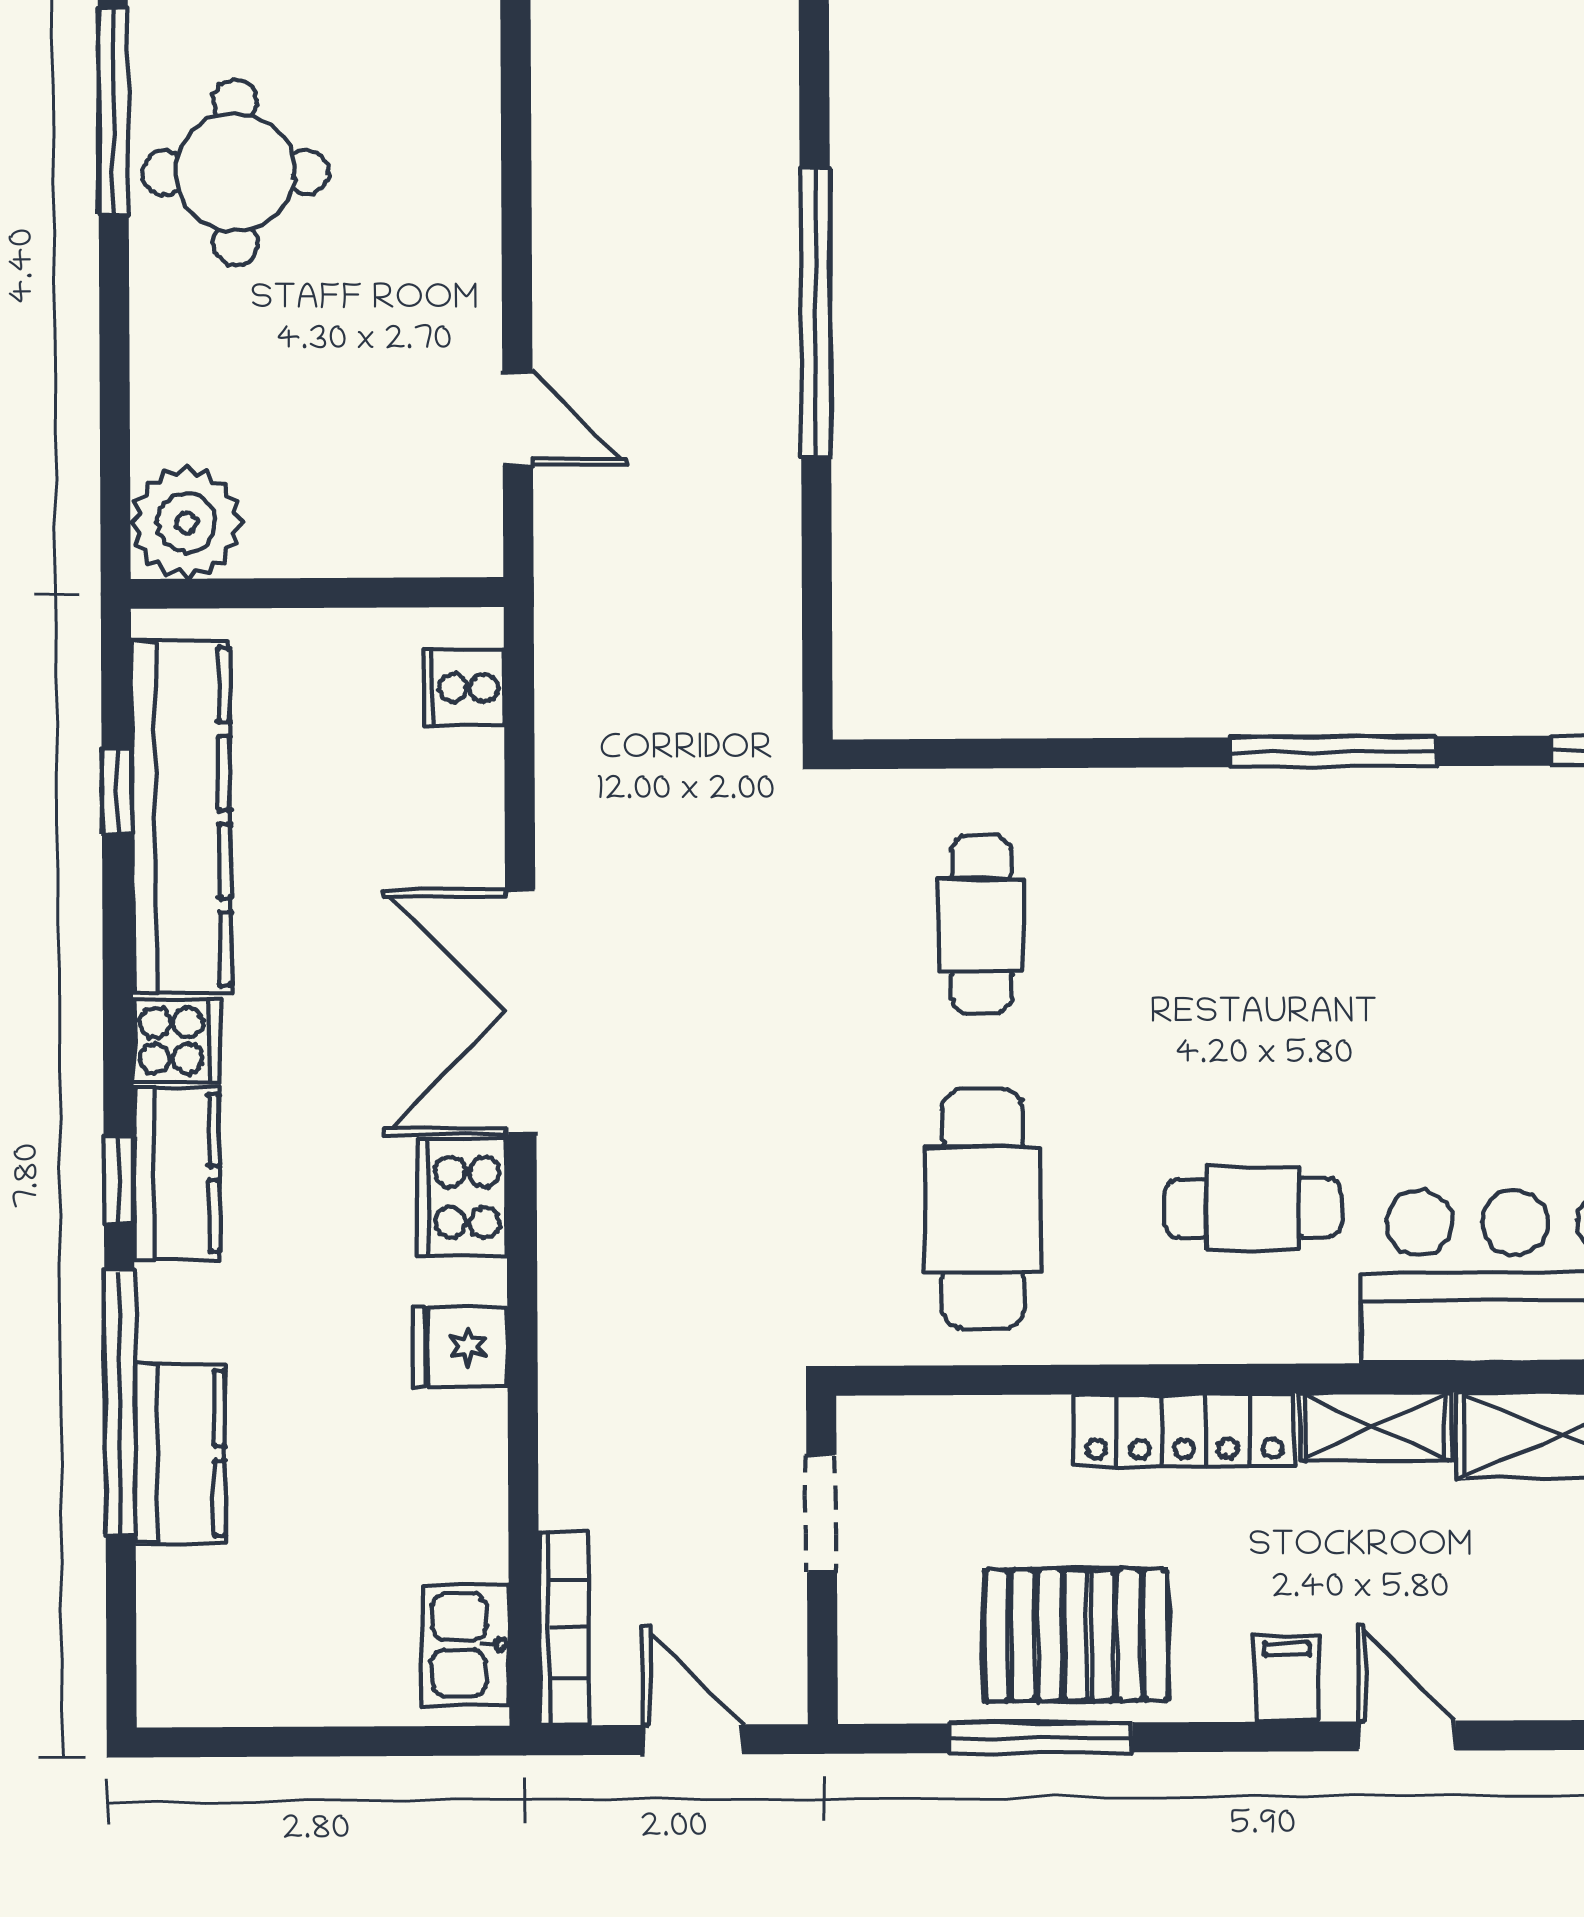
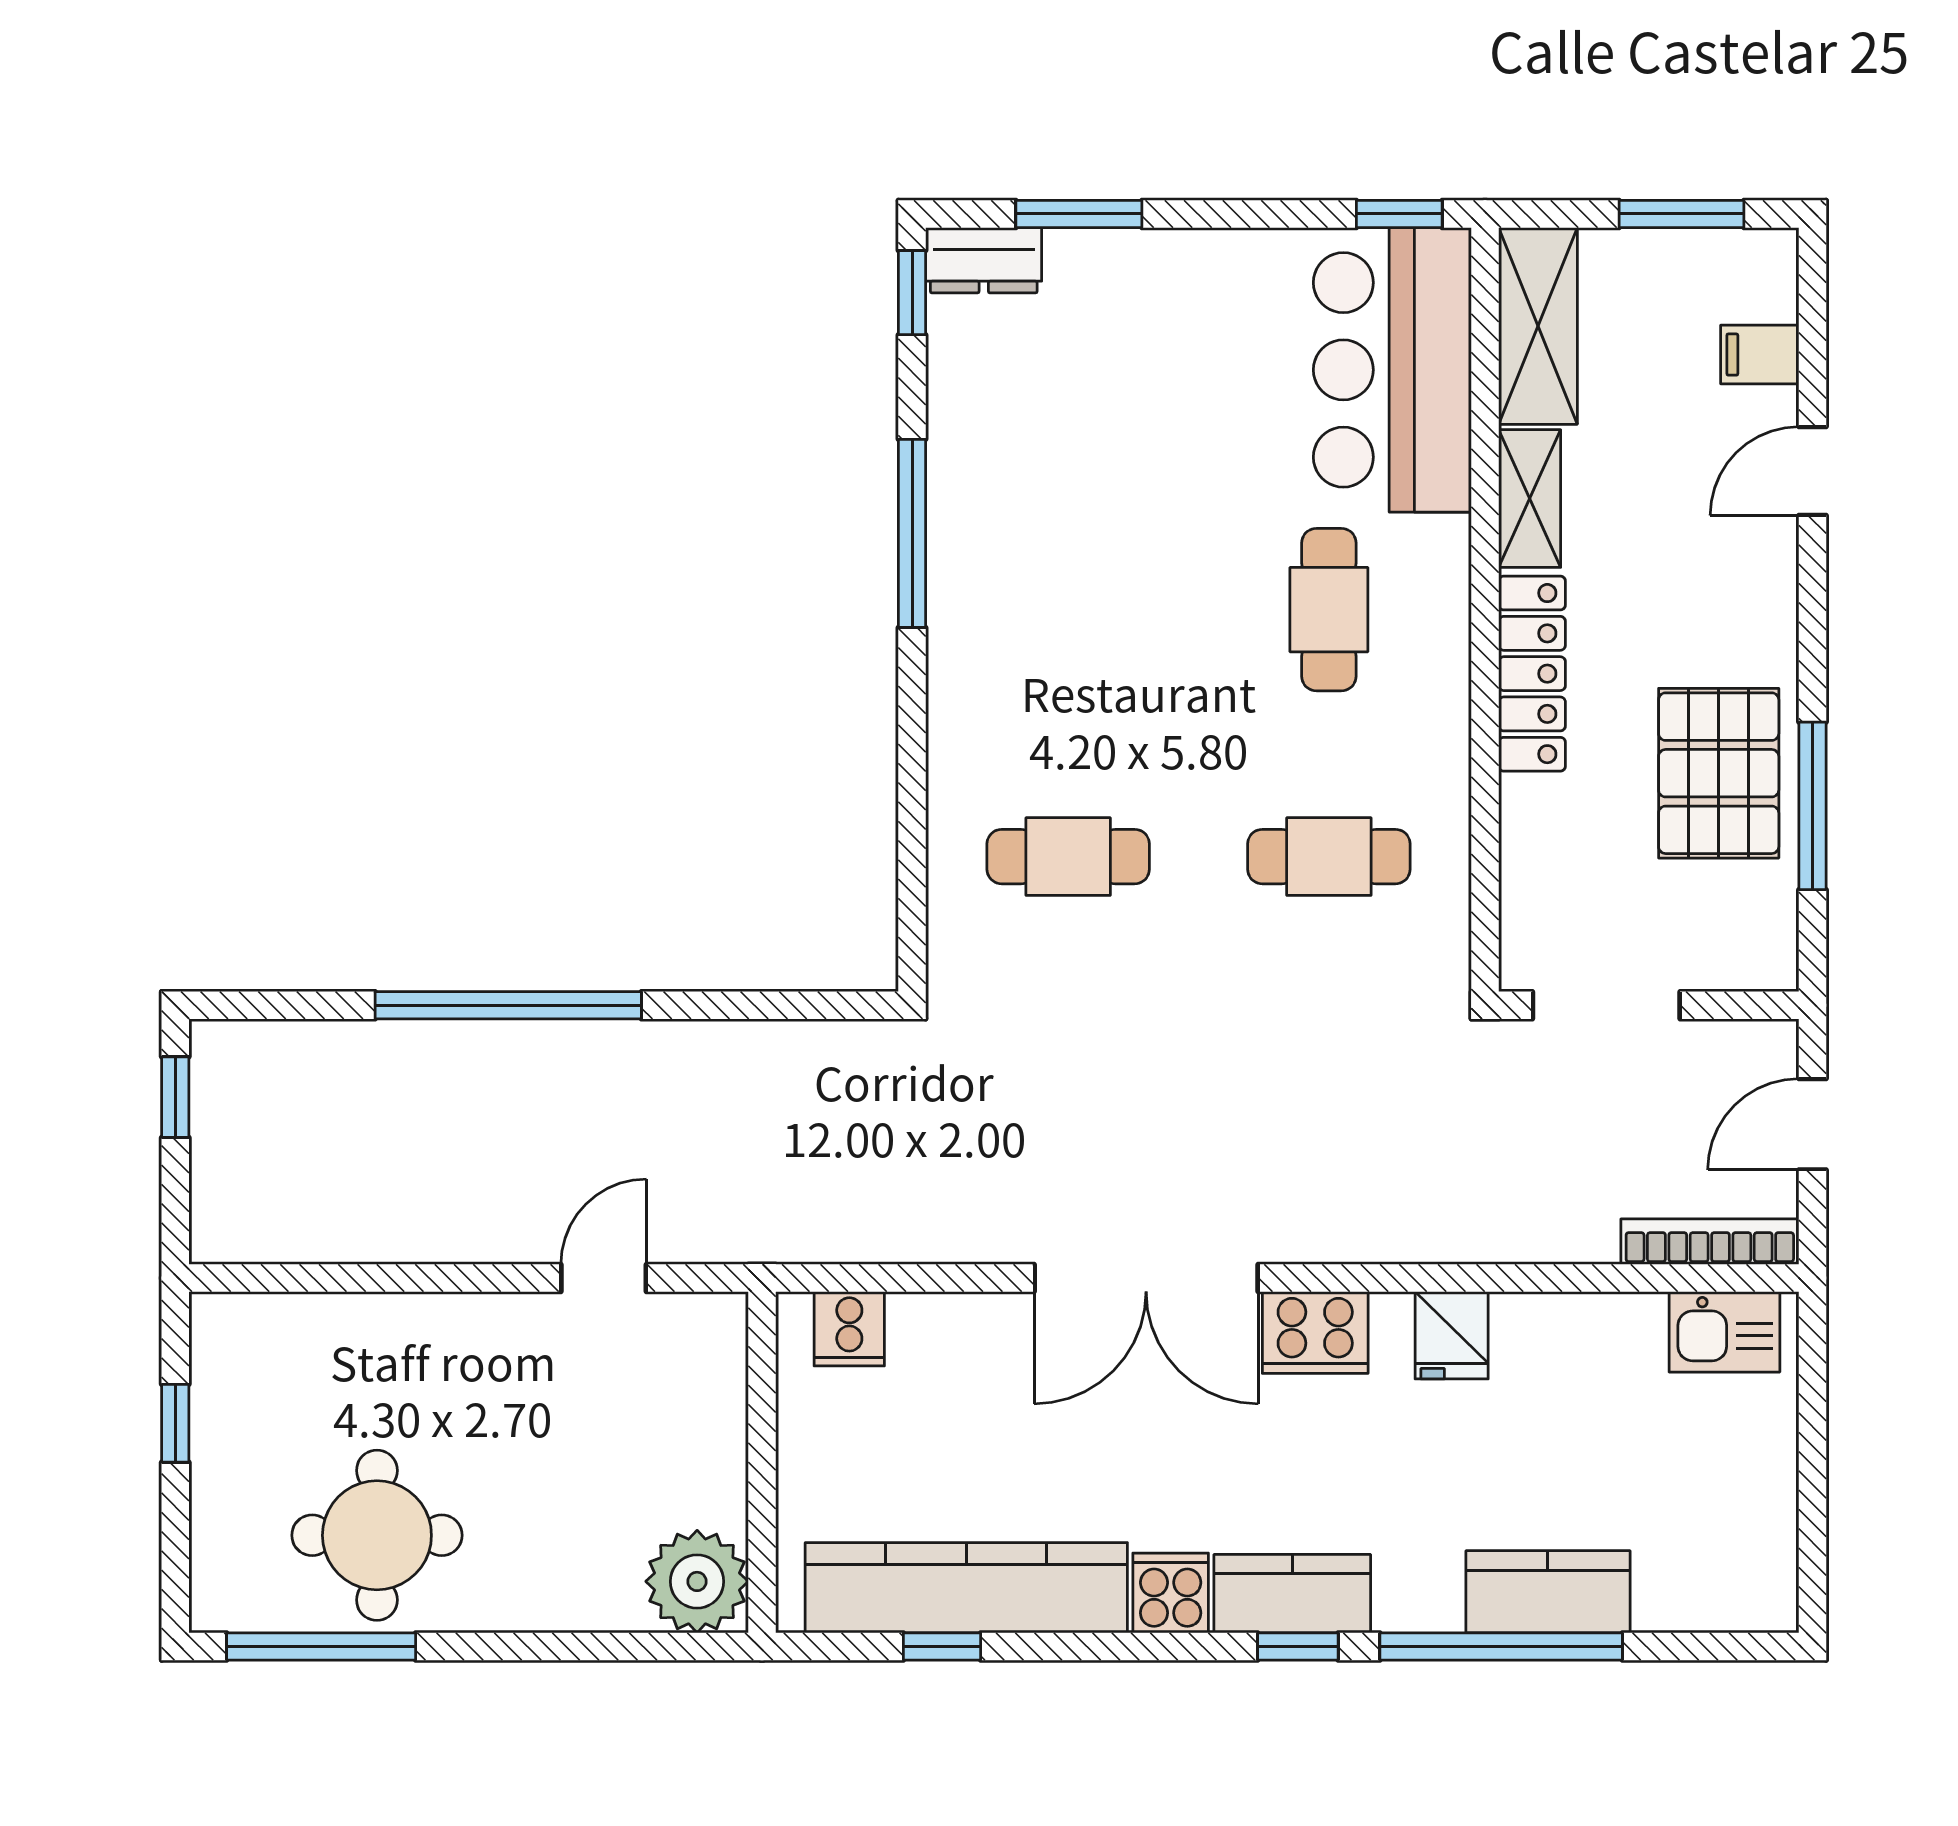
cafe table: (983, 1209) -> (1329, 857), width x0.73, depth x0.74
doorway: (822, 1514) -> (1606, 1005), width x1.38
filing cabinet: (1287, 1679) -> (1760, 355), moved

